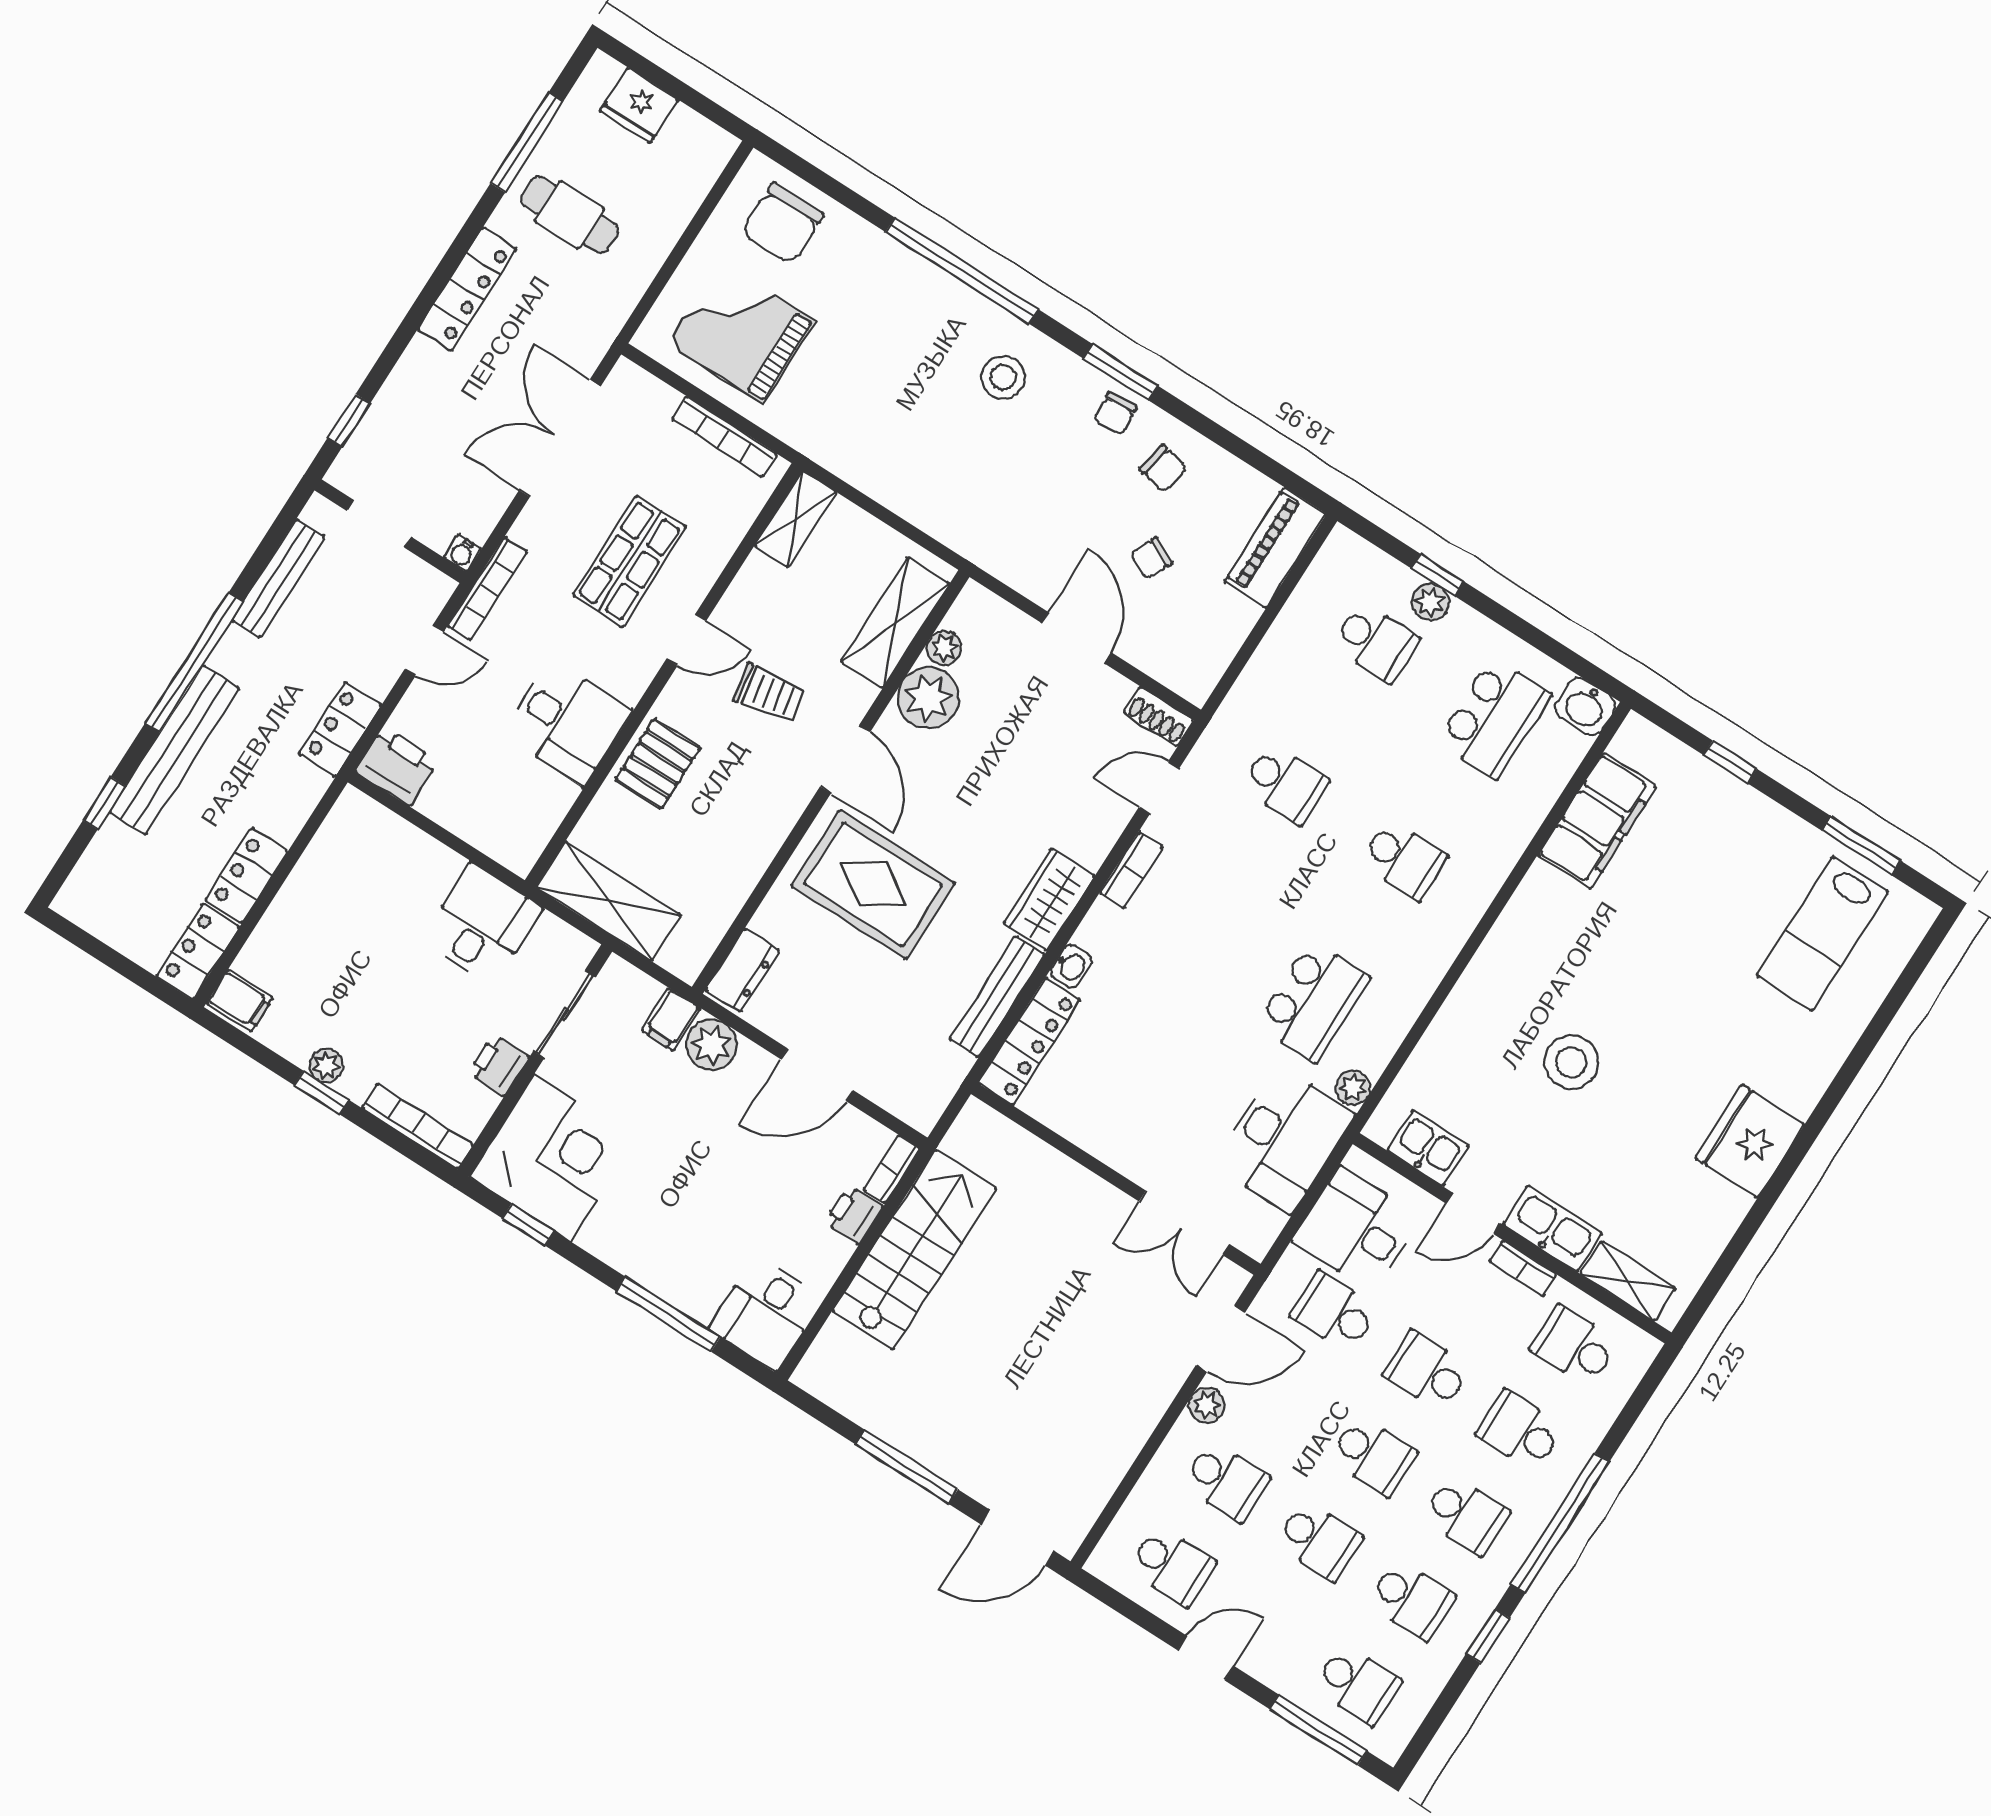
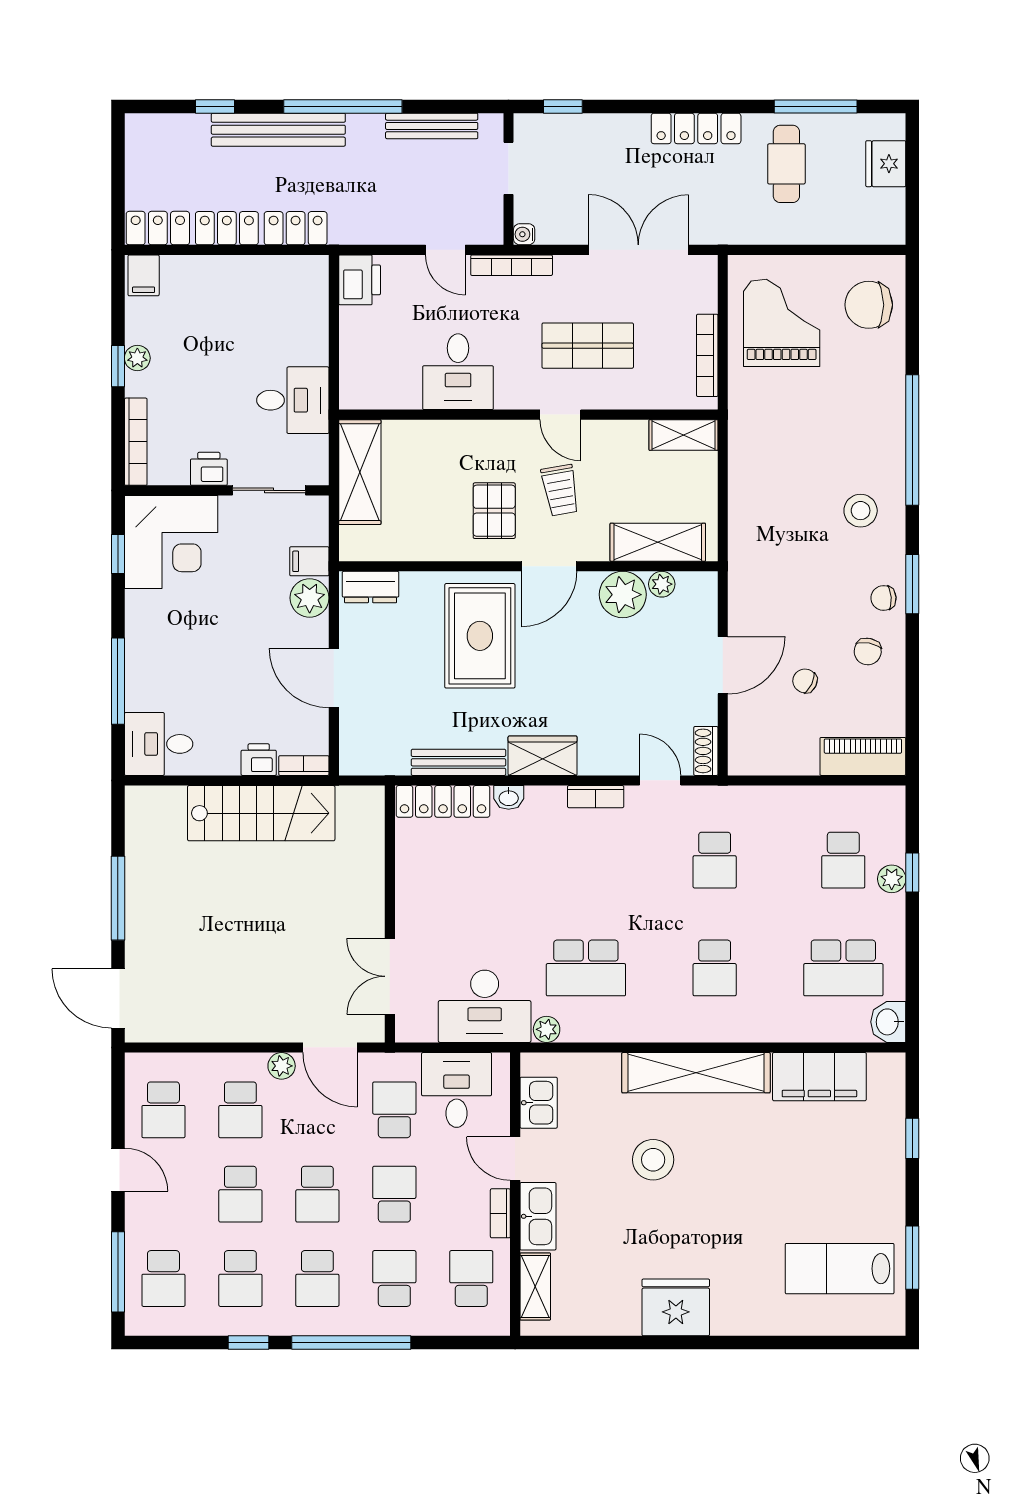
locker: (340, 729) -> (296, 228), moved
pallet: (658, 764) -> (494, 511), moved, turned 90
shelving: (1506, 954) -> (696, 1073), added

